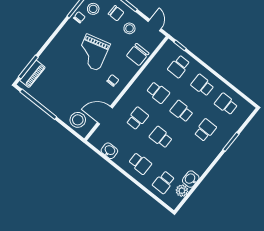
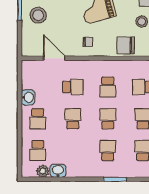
stool: (78, 120) -> (38, 15), moved
school desk: (205, 130) -> (108, 151), turned -90
washbasin: (109, 151) -> (28, 97), moved
school desk: (164, 182) -> (38, 151), turned -90

